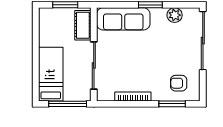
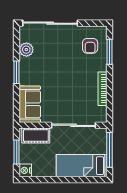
nightstand: (46, 14) -> (25, 170), added
sofa: (123, 19) -> (30, 104), width x0.73

